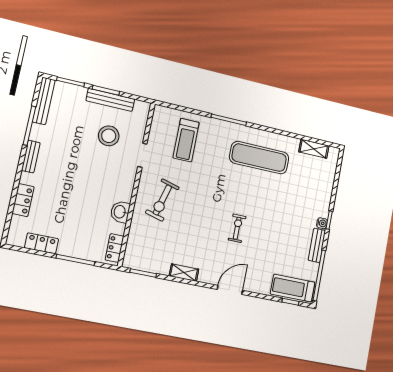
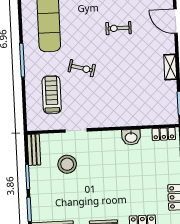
bench: (110, 100) -> (34, 150), moved, width x0.73
treadmill: (186, 140) -> (52, 95), turned -90
exercise bike: (162, 200) -> (82, 68), moved, width x0.73, depth x0.72

